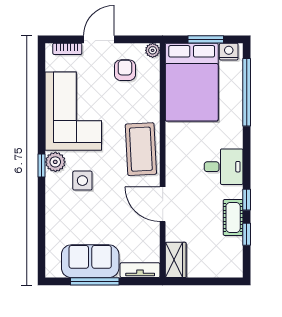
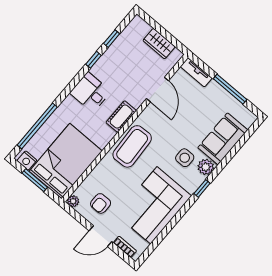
plant: (55, 162) -> (206, 167), moved
door: (163, 204) -> (158, 90), moved
cot: (233, 217) -> (121, 117), moved
wardrobe: (176, 260) -> (159, 44), moved, turned -90
sofa: (90, 261) -> (223, 139), moved, turned 90

